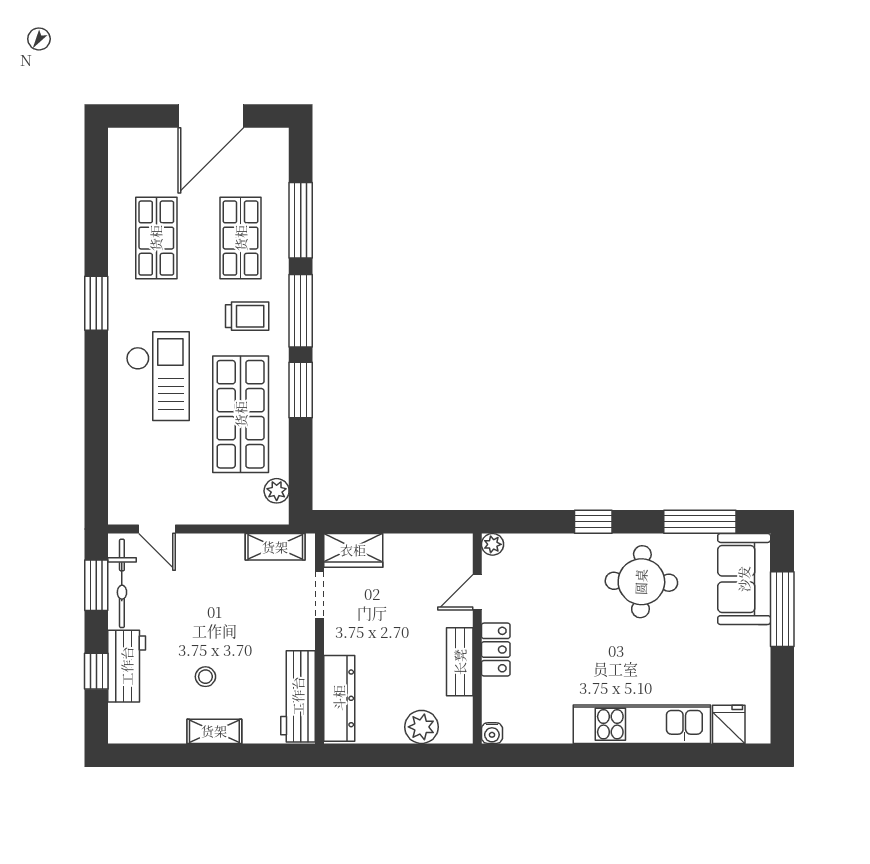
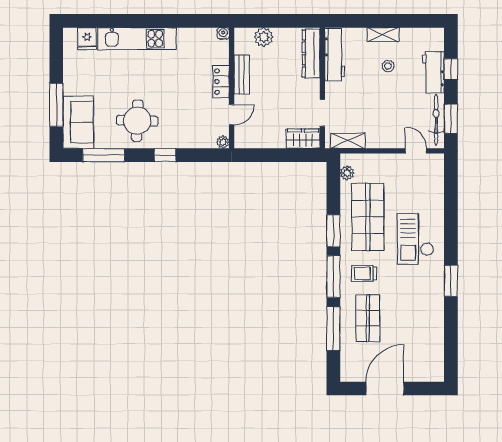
shop shelf: (156, 238) -> (416, 318), removed

